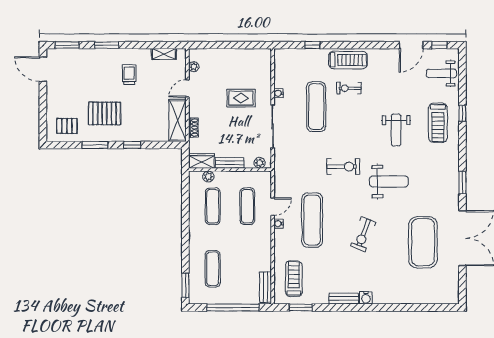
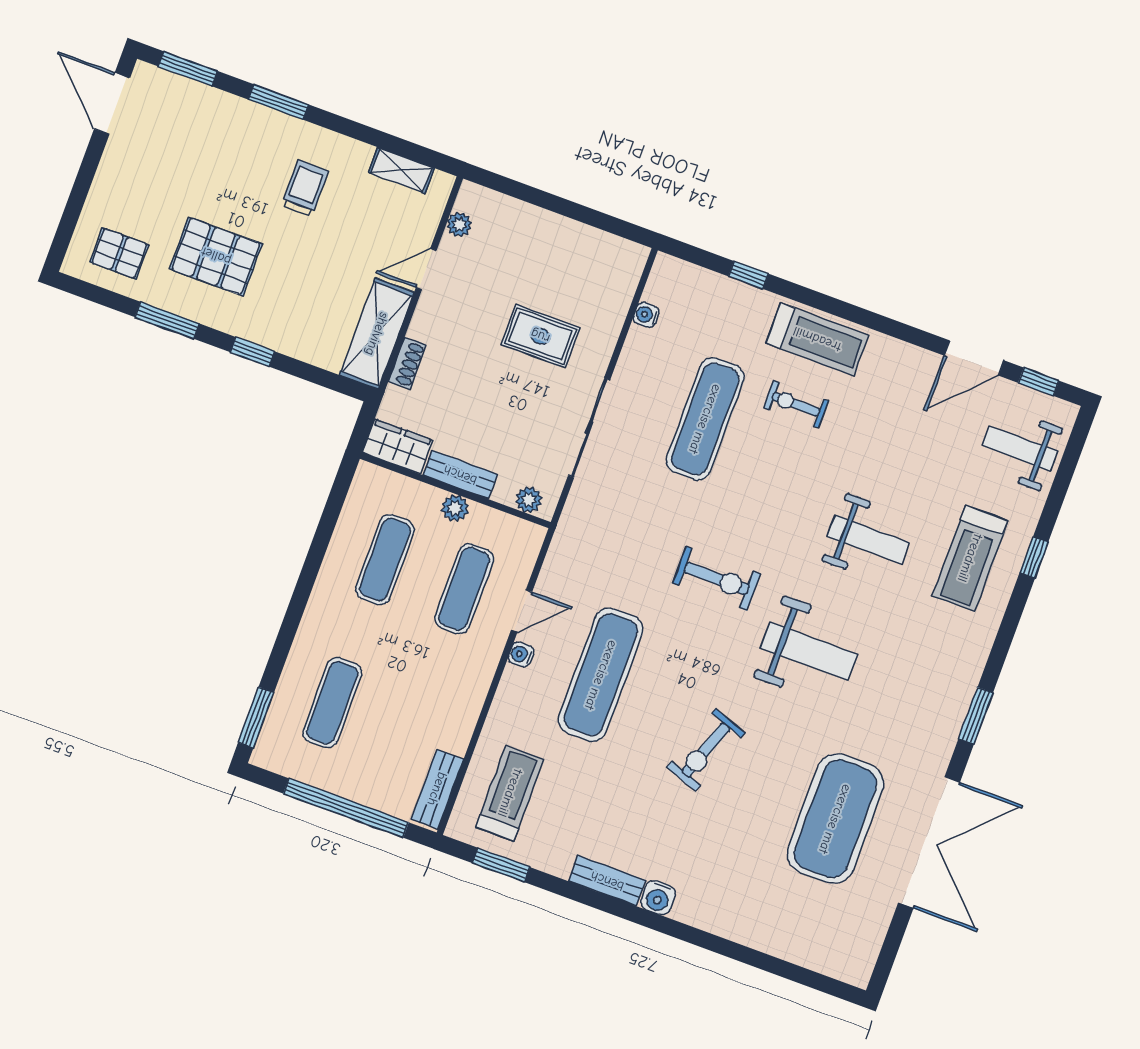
water cooler: (279, 93) -> (646, 315), moved
weight bench: (396, 130) -> (868, 539), turned -90
plant: (208, 177) -> (455, 508), moved

